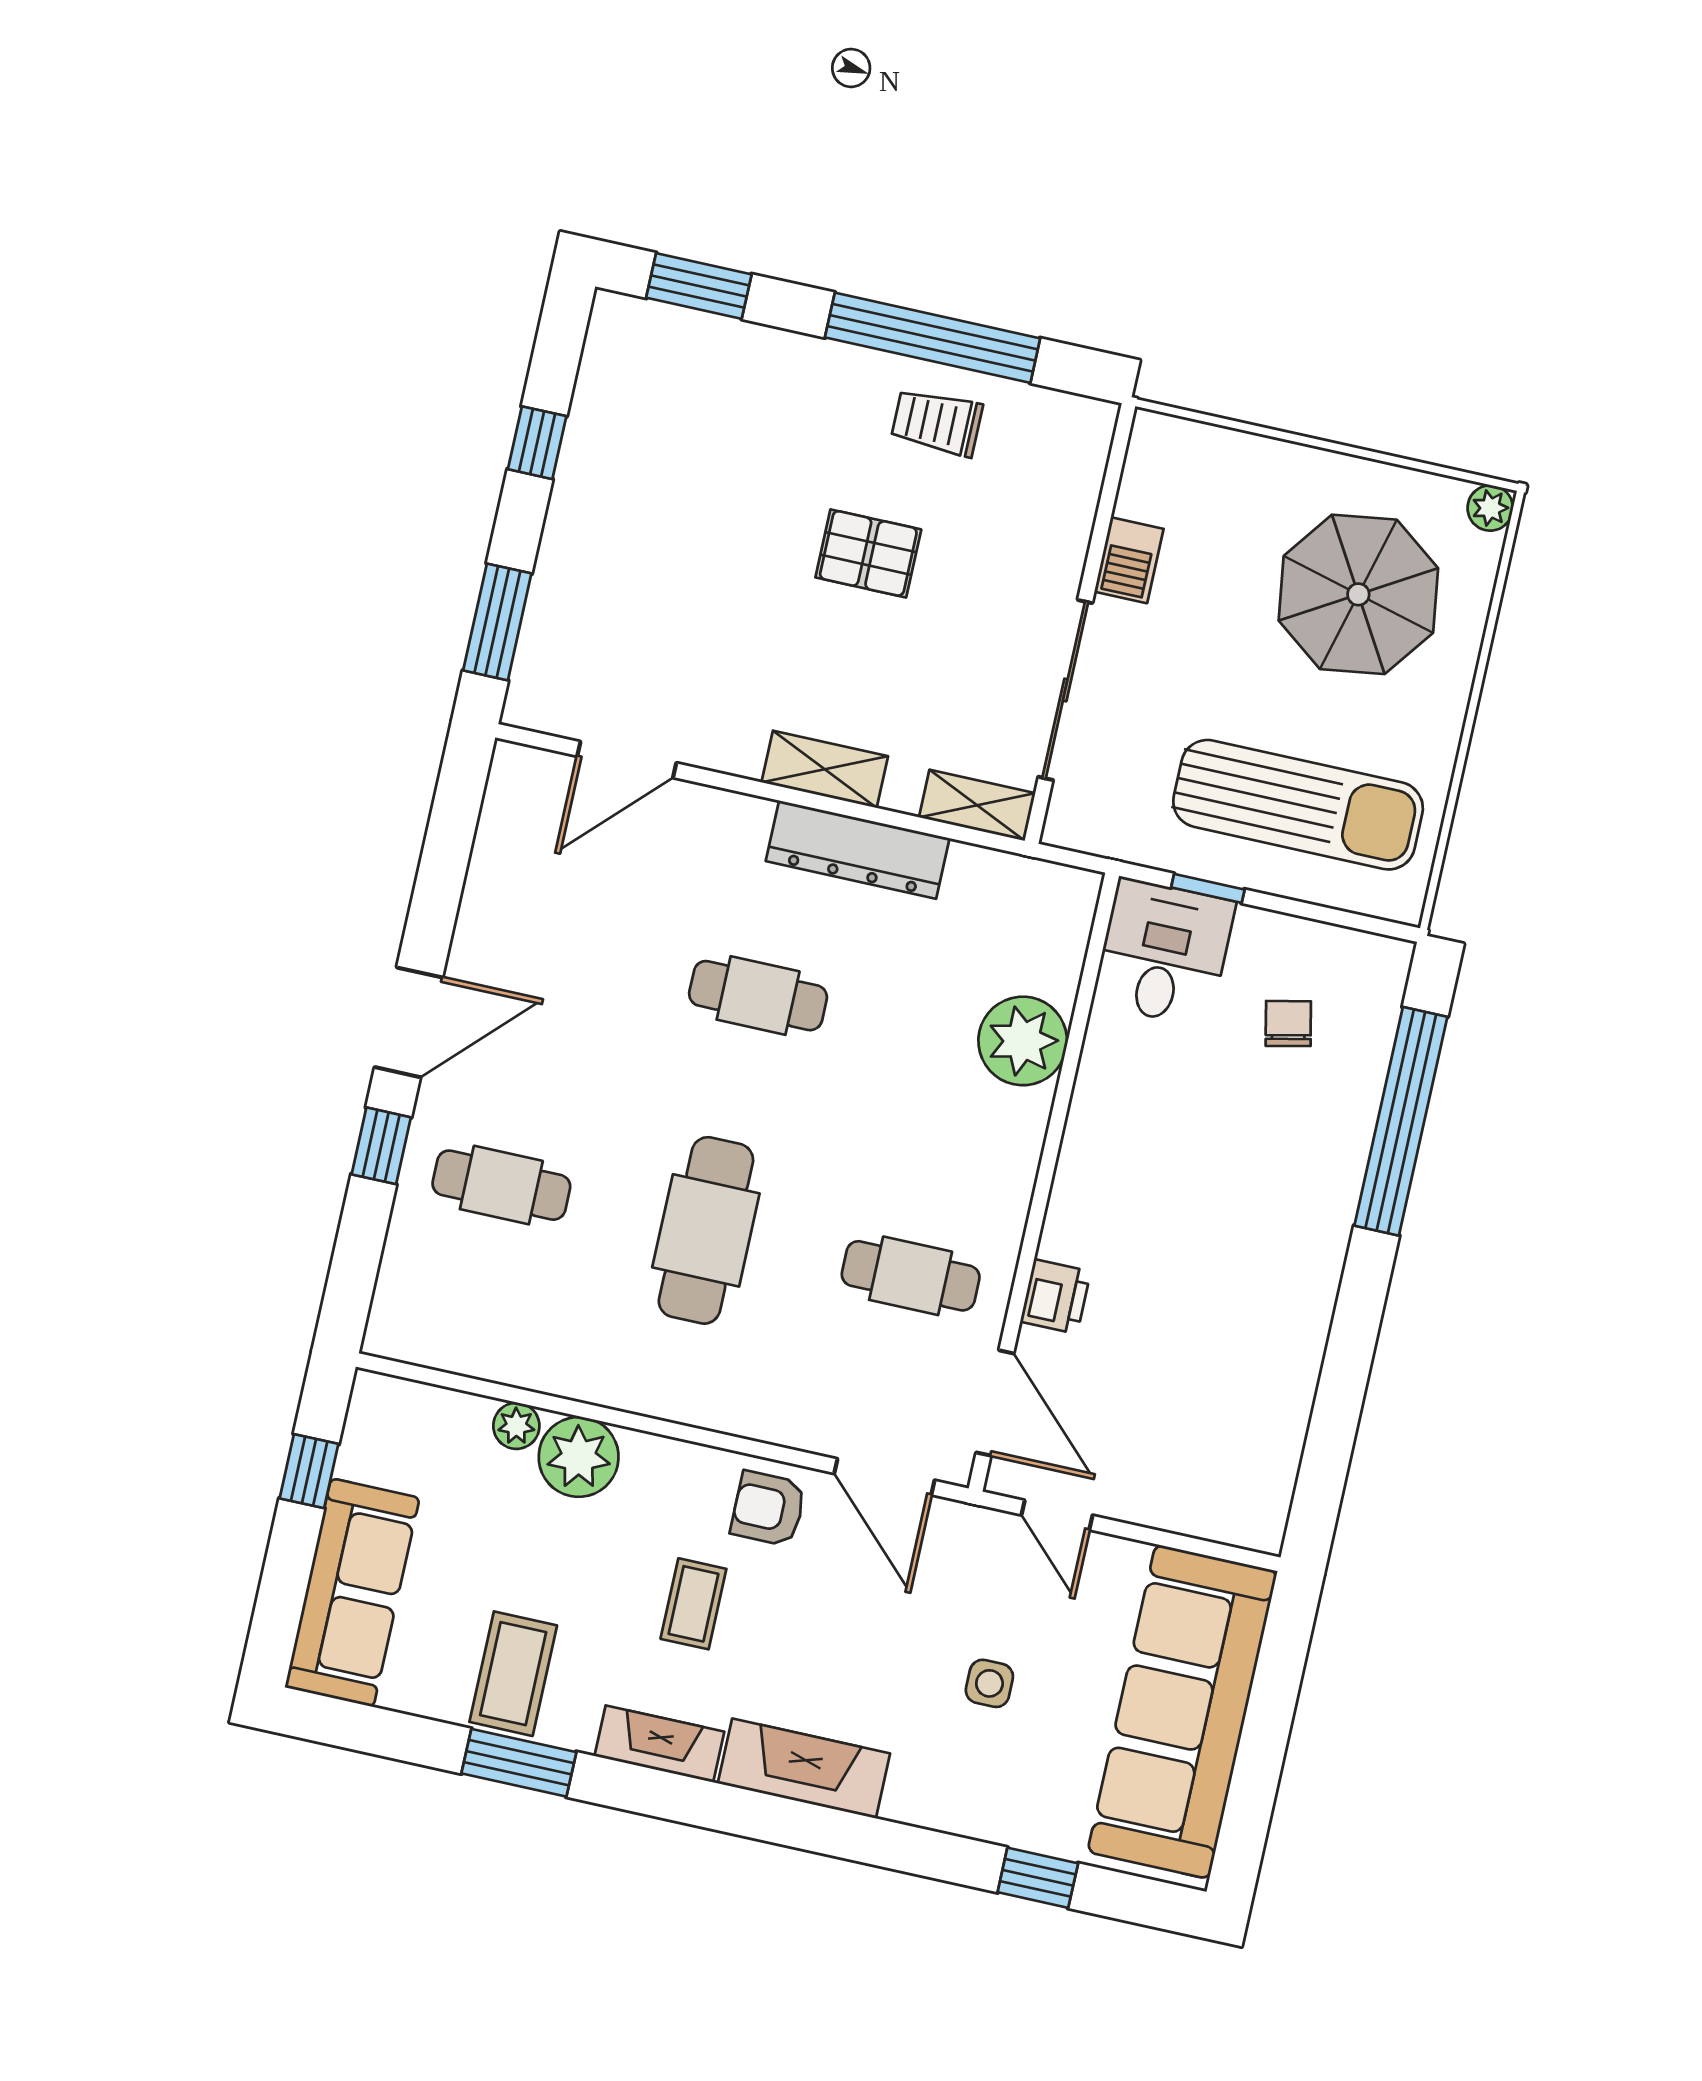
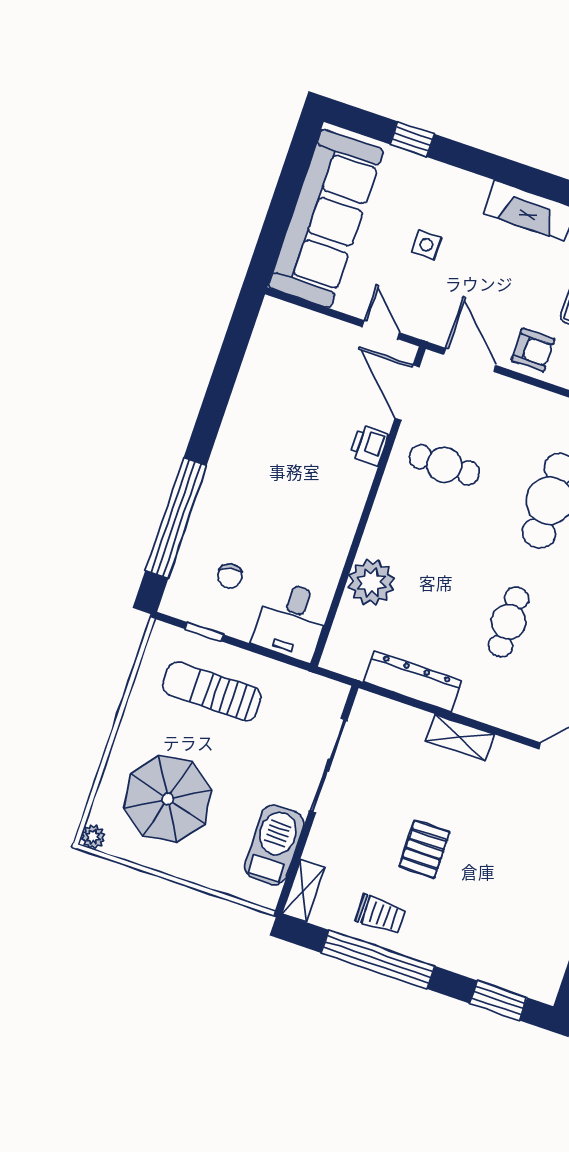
pallet: (868, 553) -> (424, 849), turned 90
barbecue: (1129, 560) -> (274, 845), width x1.88, depth x1.53
shelving: (977, 805) -> (303, 891), moved, turned 90
sun lounger: (1298, 805) -> (212, 691), width x0.73, depth x0.75
dresser: (858, 850) -> (413, 681), moved
window: (1208, 888) -> (204, 632), moved
cafe table: (758, 996) -> (509, 622), turned 90

